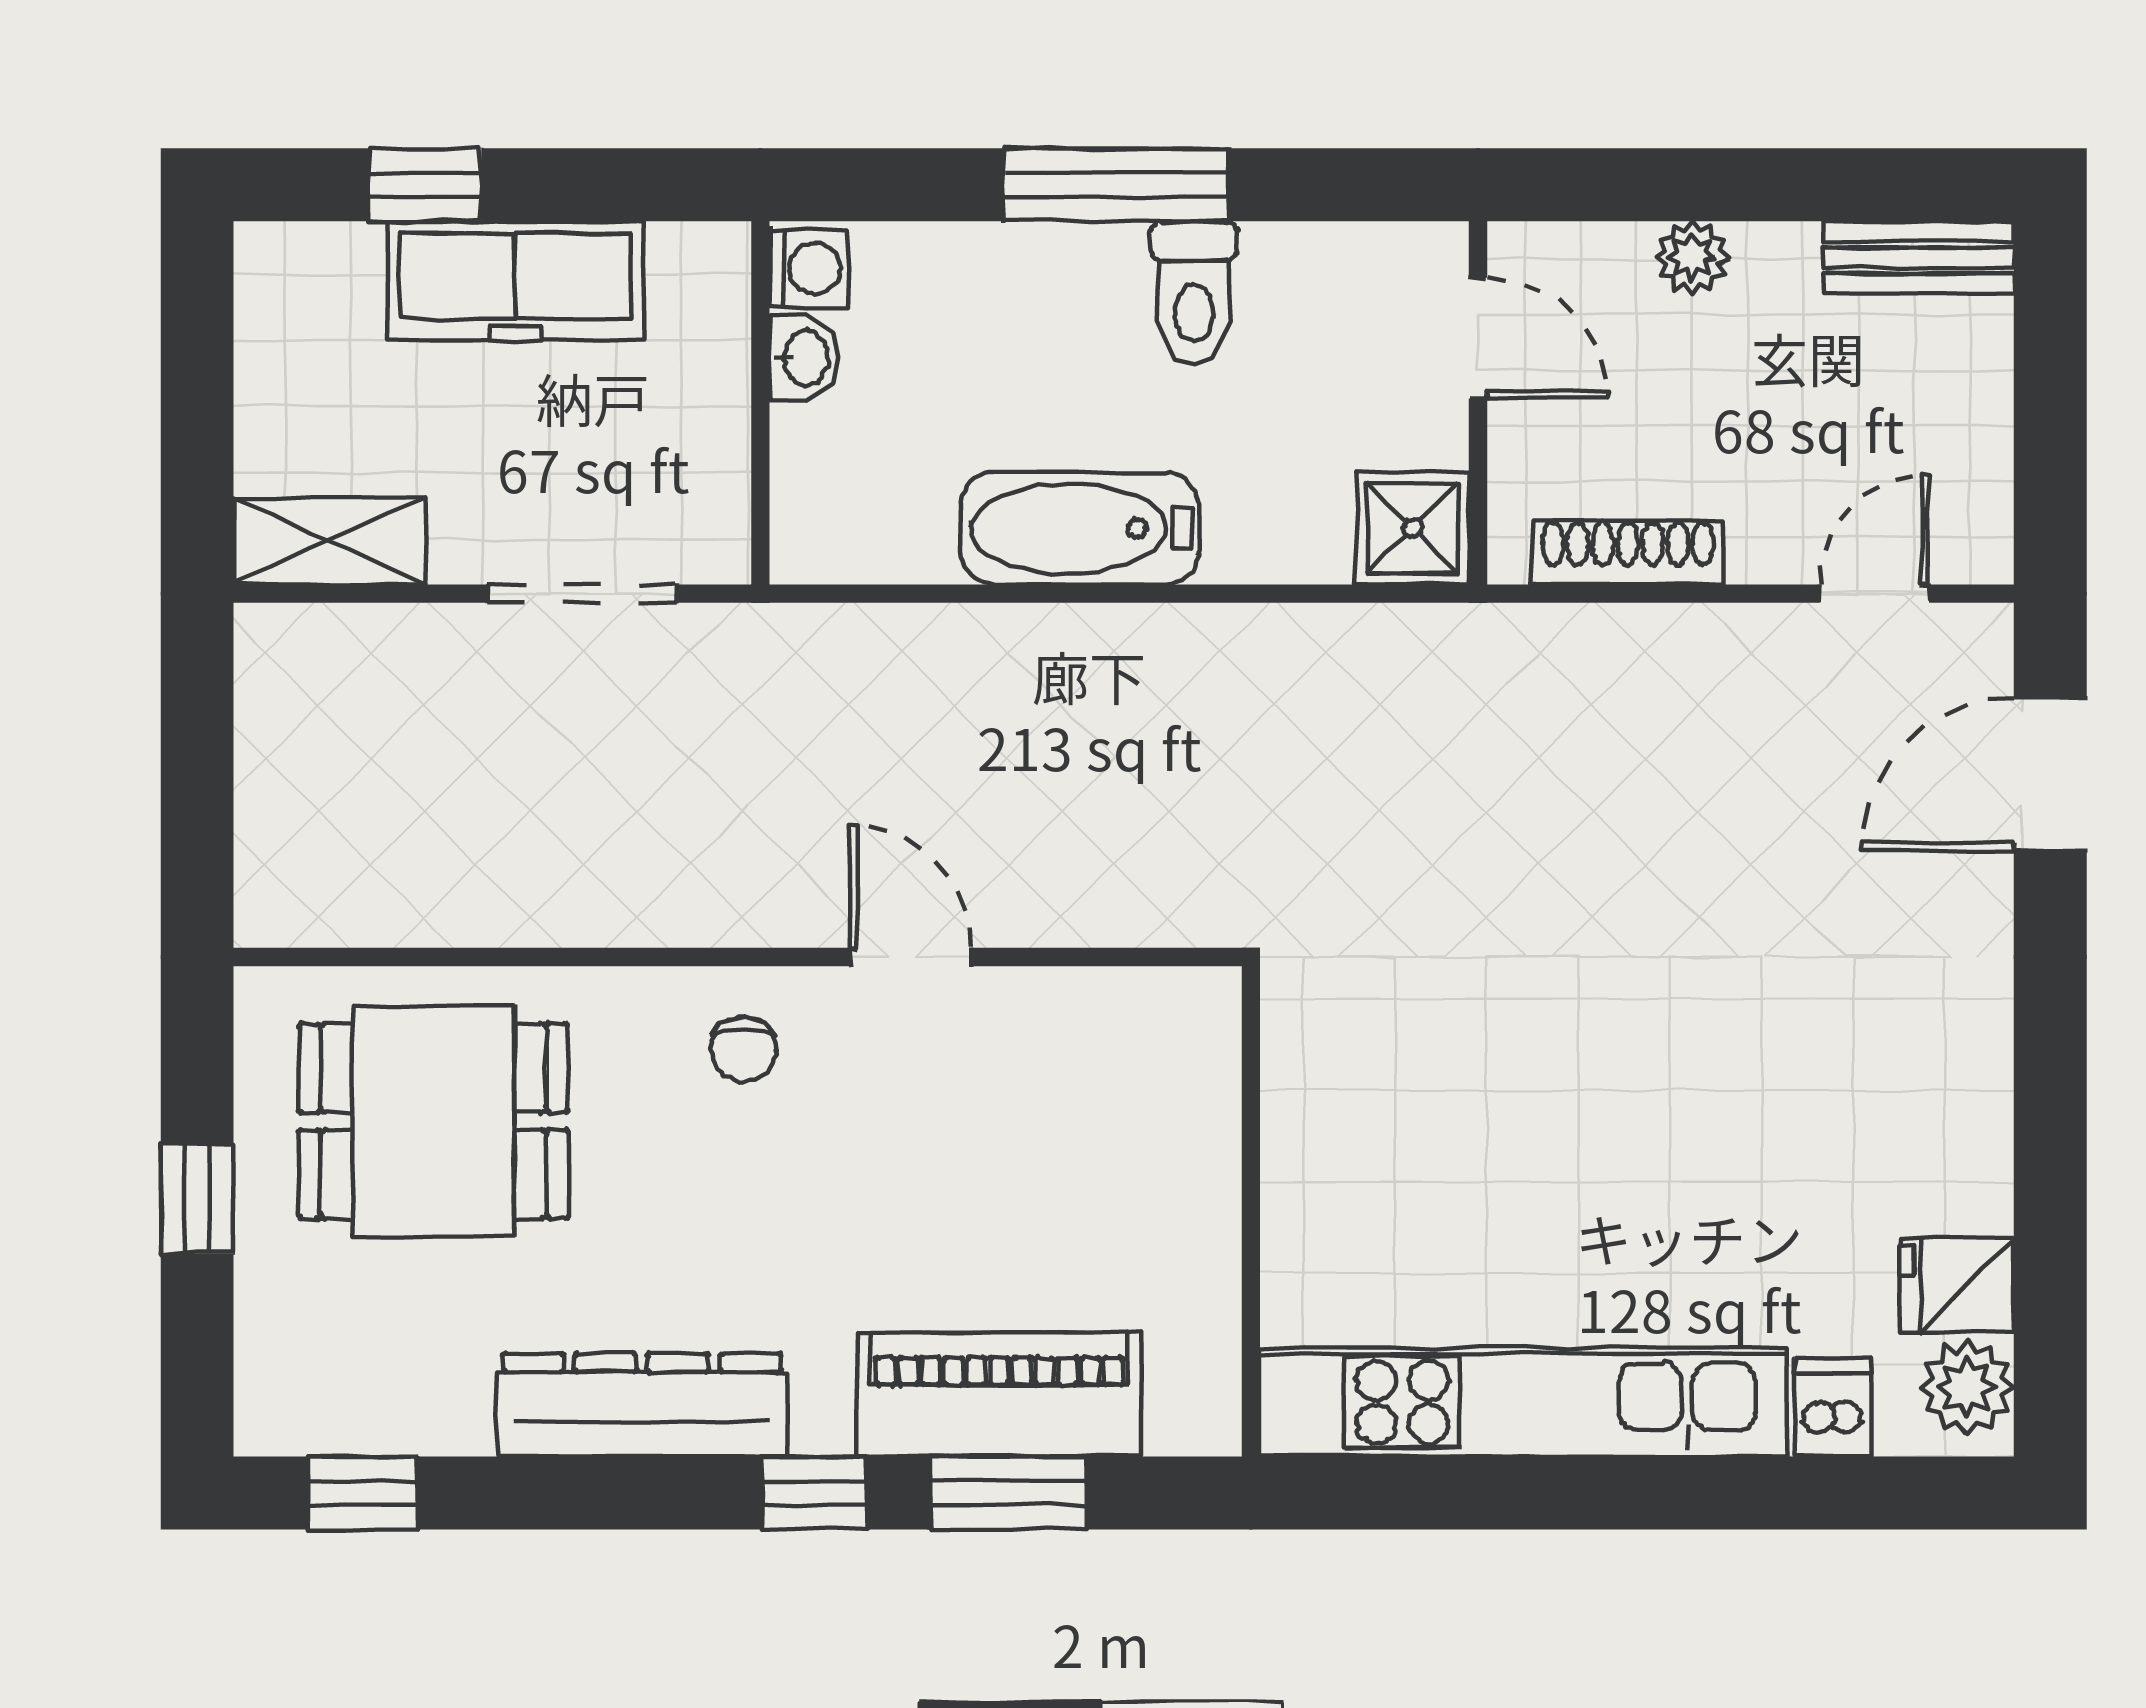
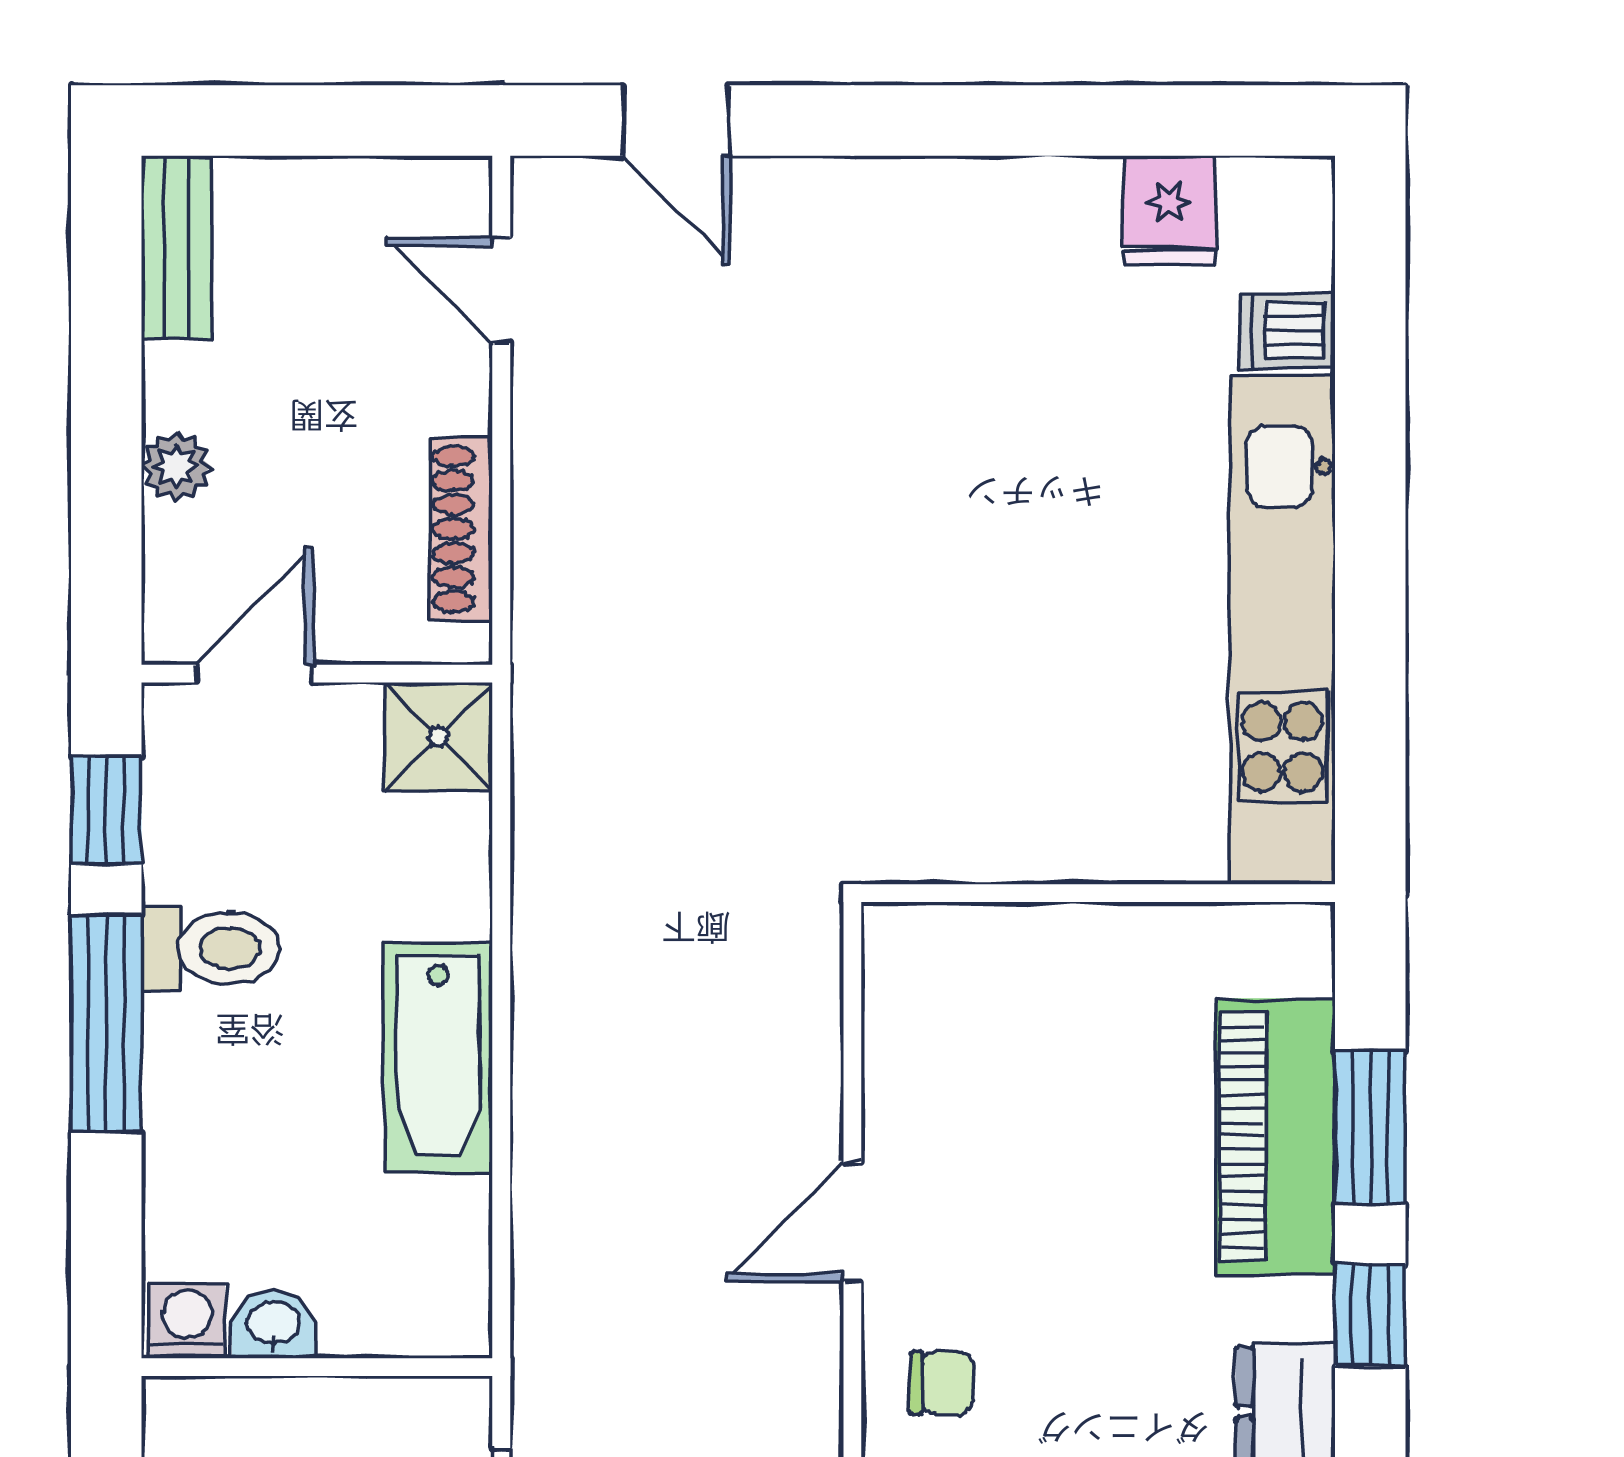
window: (1337, 185) -> (106, 810), added
door: (2050, 775) -> (676, 121), width x0.73
plant: (1967, 1387) -> (1268, 201), removed

